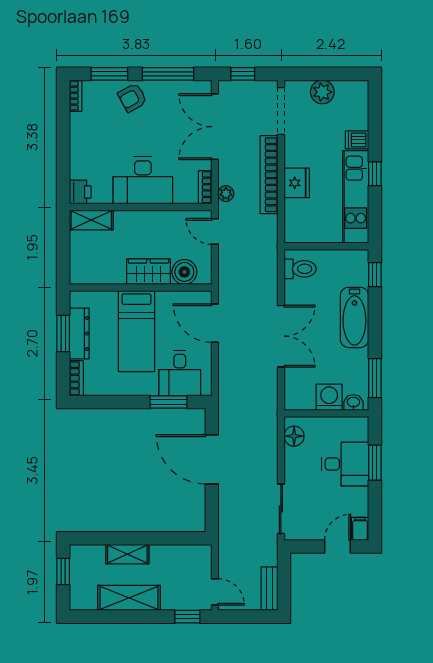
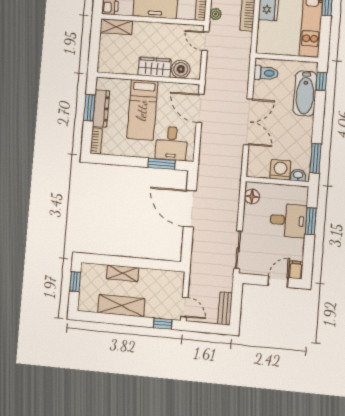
bathtub: (354, 317) -> (305, 93), moved

